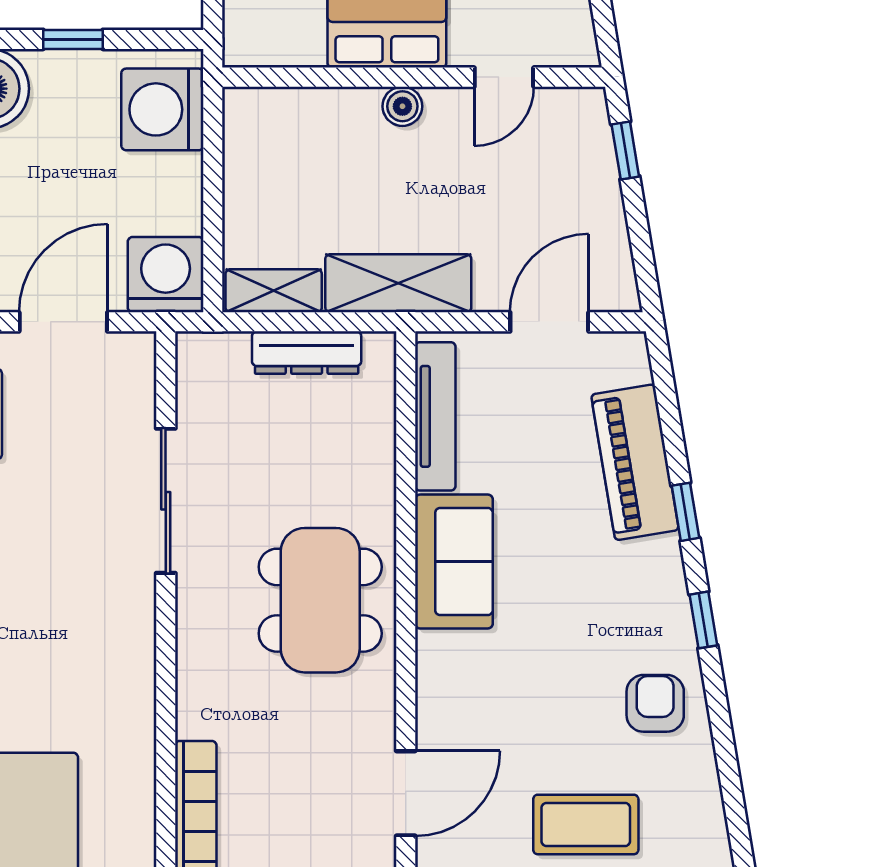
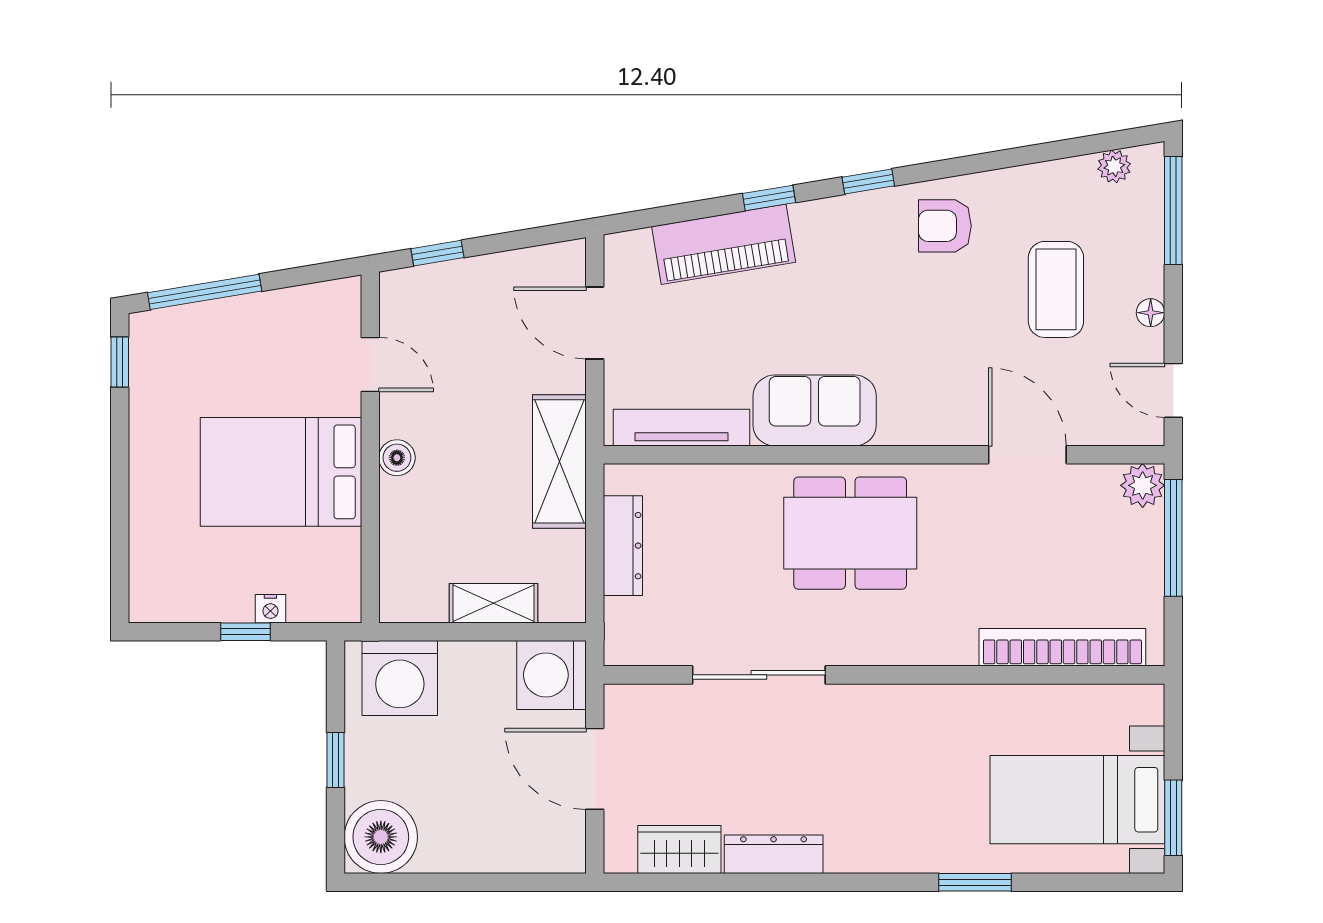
shelving: (274, 291) -> (493, 603), moved, turned 90

